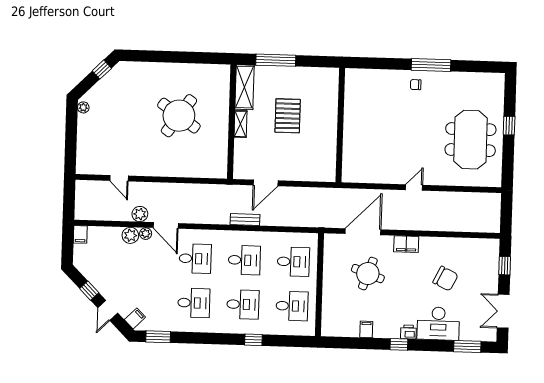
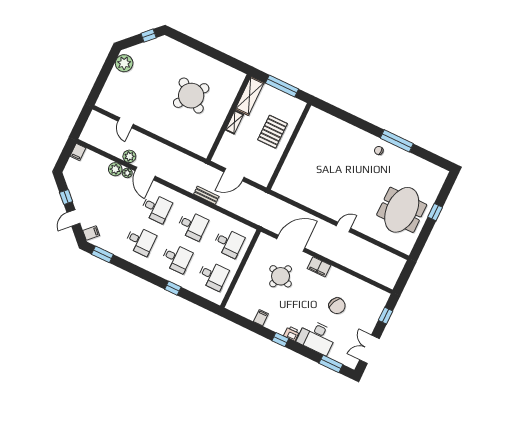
plant: (83, 107) -> (124, 63), width x1.88, depth x1.88
wall: (340, 125) -> (289, 146), moved

